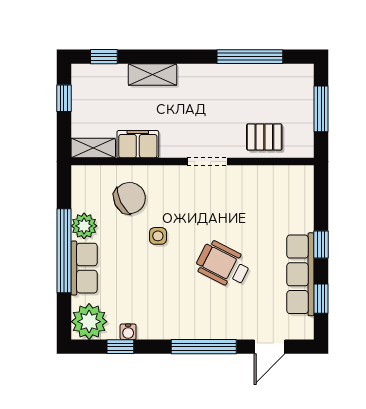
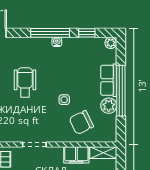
wheelchair: (223, 265) -> (25, 82), turned -117
plant: (89, 322) -> (111, 43), width x0.53, depth x0.53
water cooler: (128, 332) -> (57, 42), moved
window: (204, 347) -> (50, 33), moved

